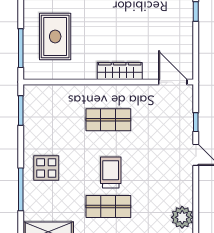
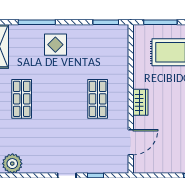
wardrobe: (120, 71) -> (140, 102), width x0.67
door: (173, 82) -> (131, 142), moved
trolley: (111, 172) -> (51, 101), removed

